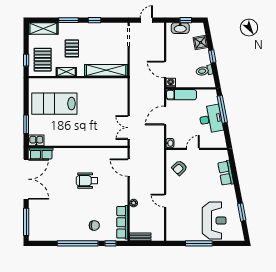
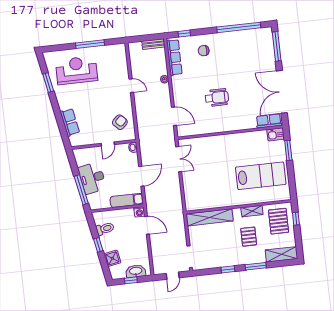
reception desk: (214, 221) -> (77, 70), turned 90
window: (78, 243) -> (239, 27), moved

